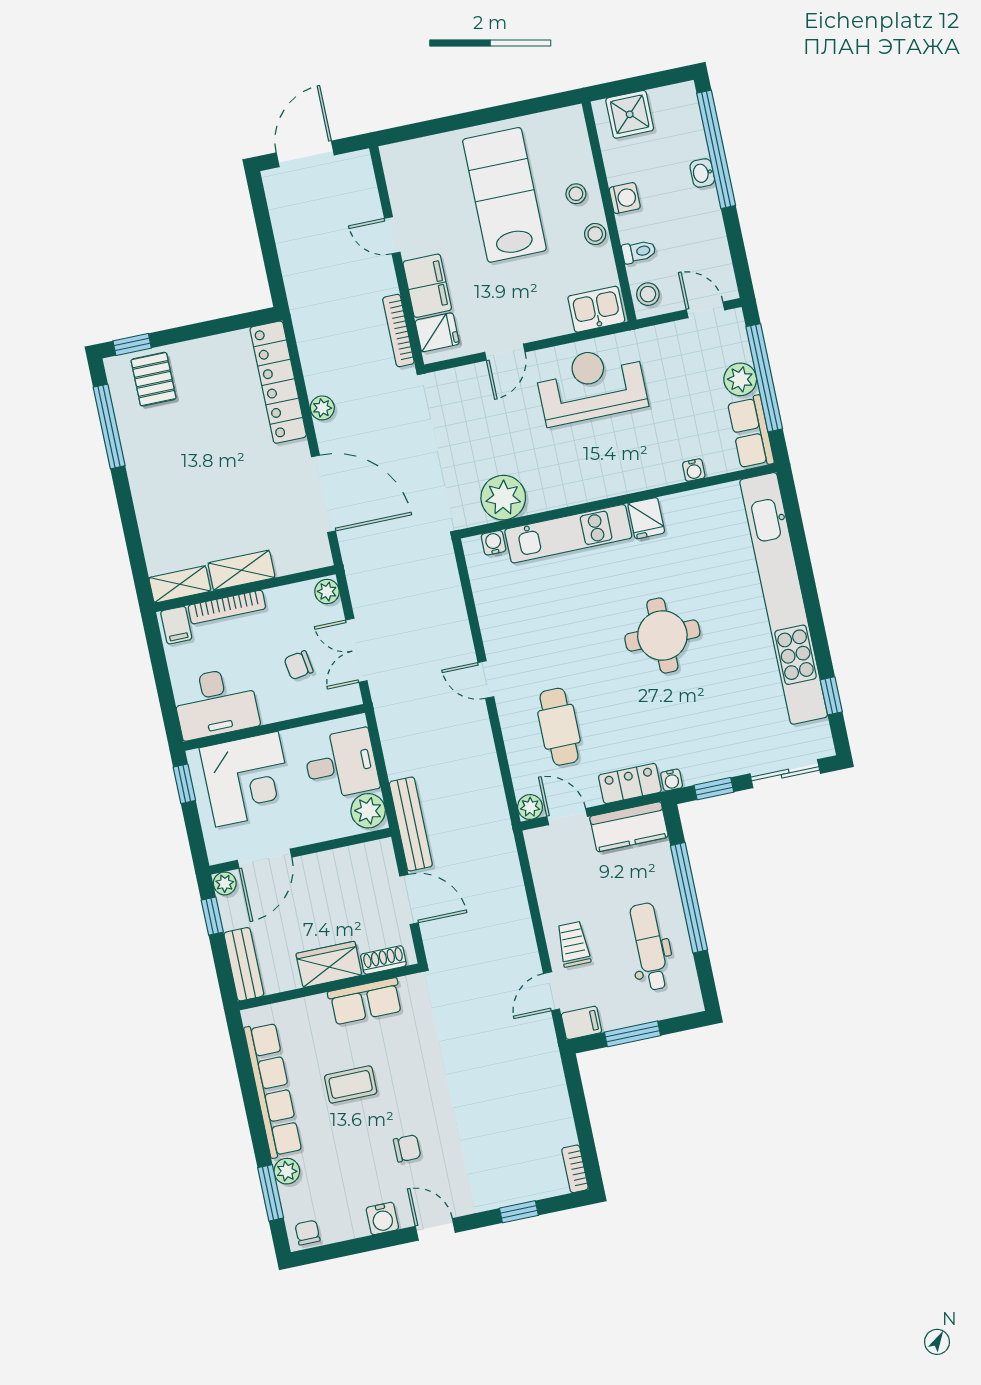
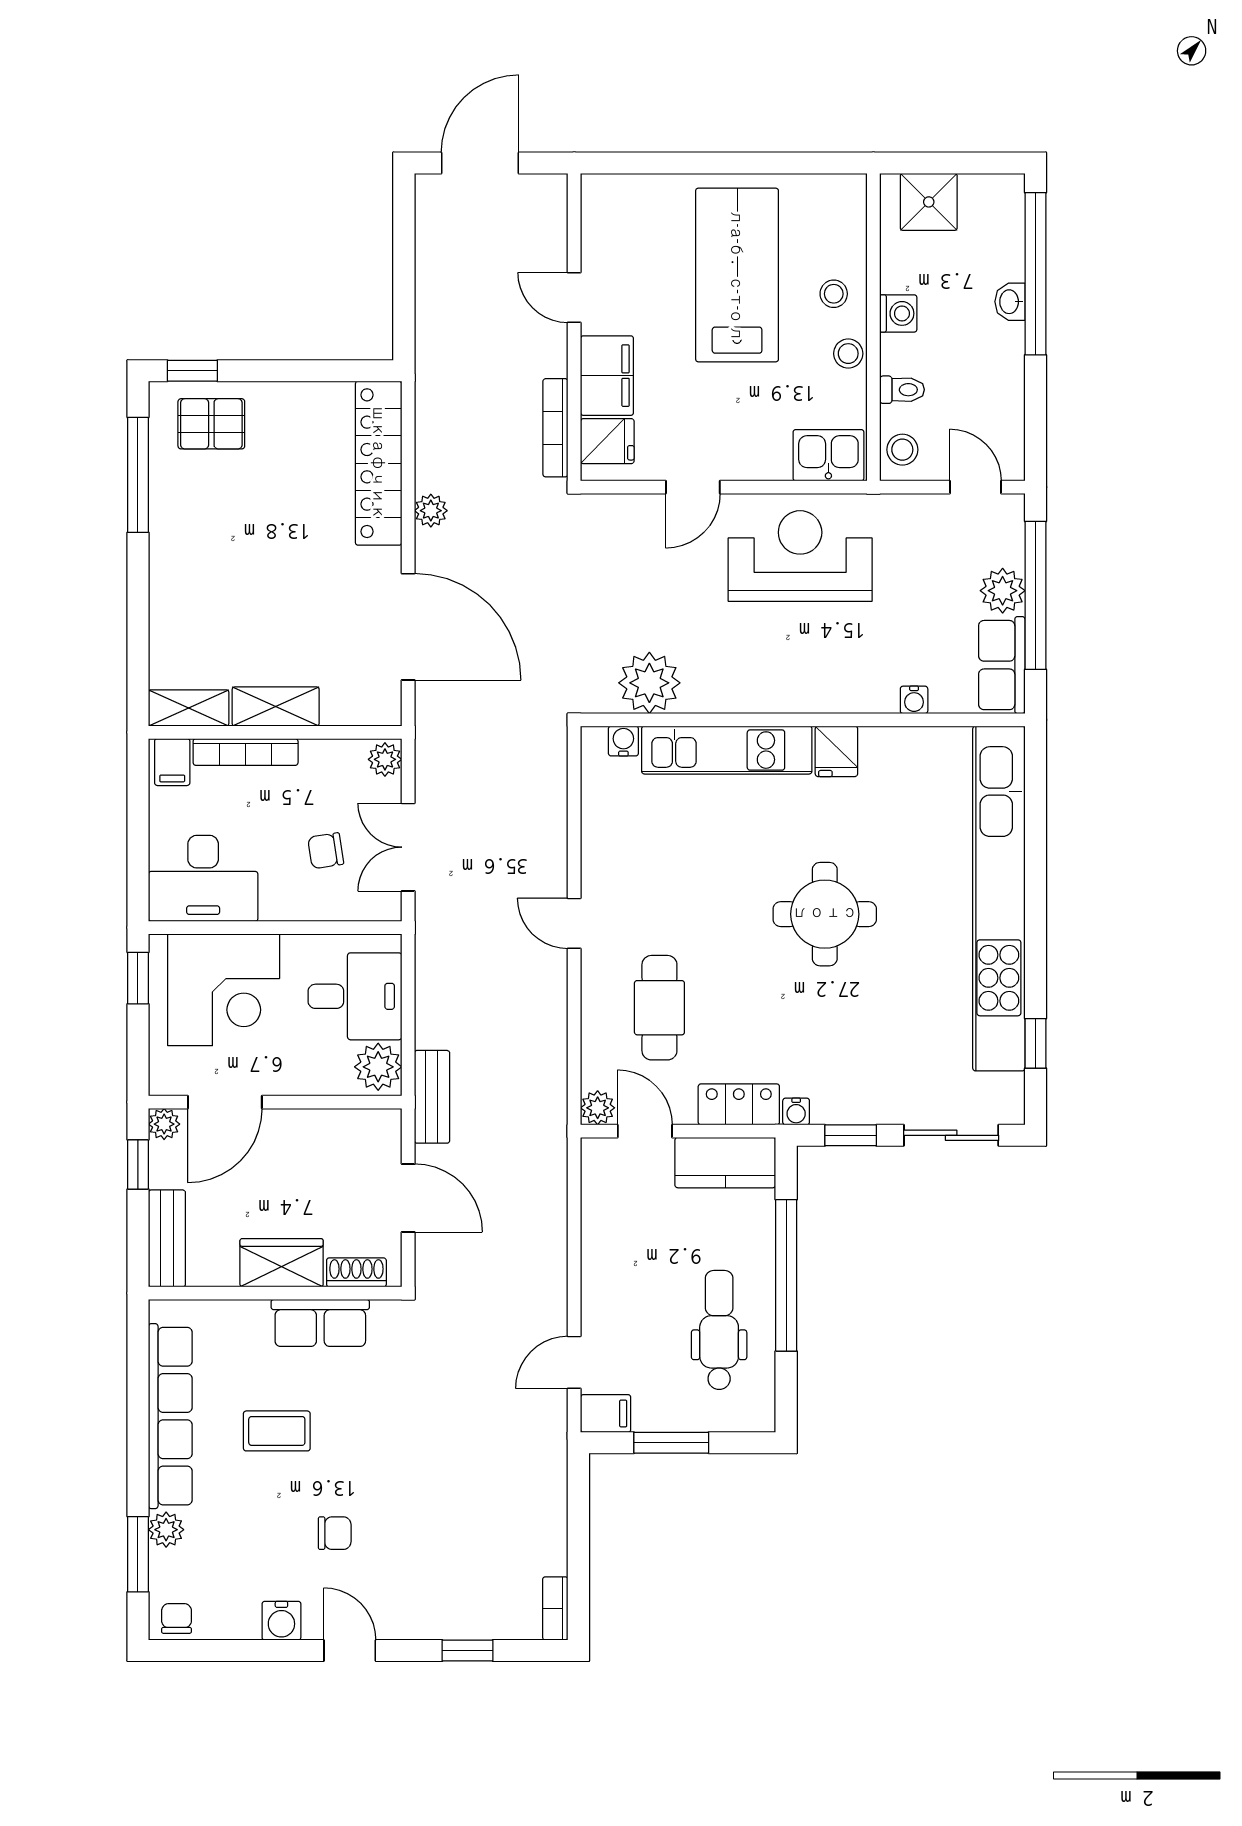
pallet: (153, 379) -> (211, 424), turned 90
bench: (411, 824) -> (432, 1097), width x0.73
trolley: (573, 944) -> (617, 1305), removed

